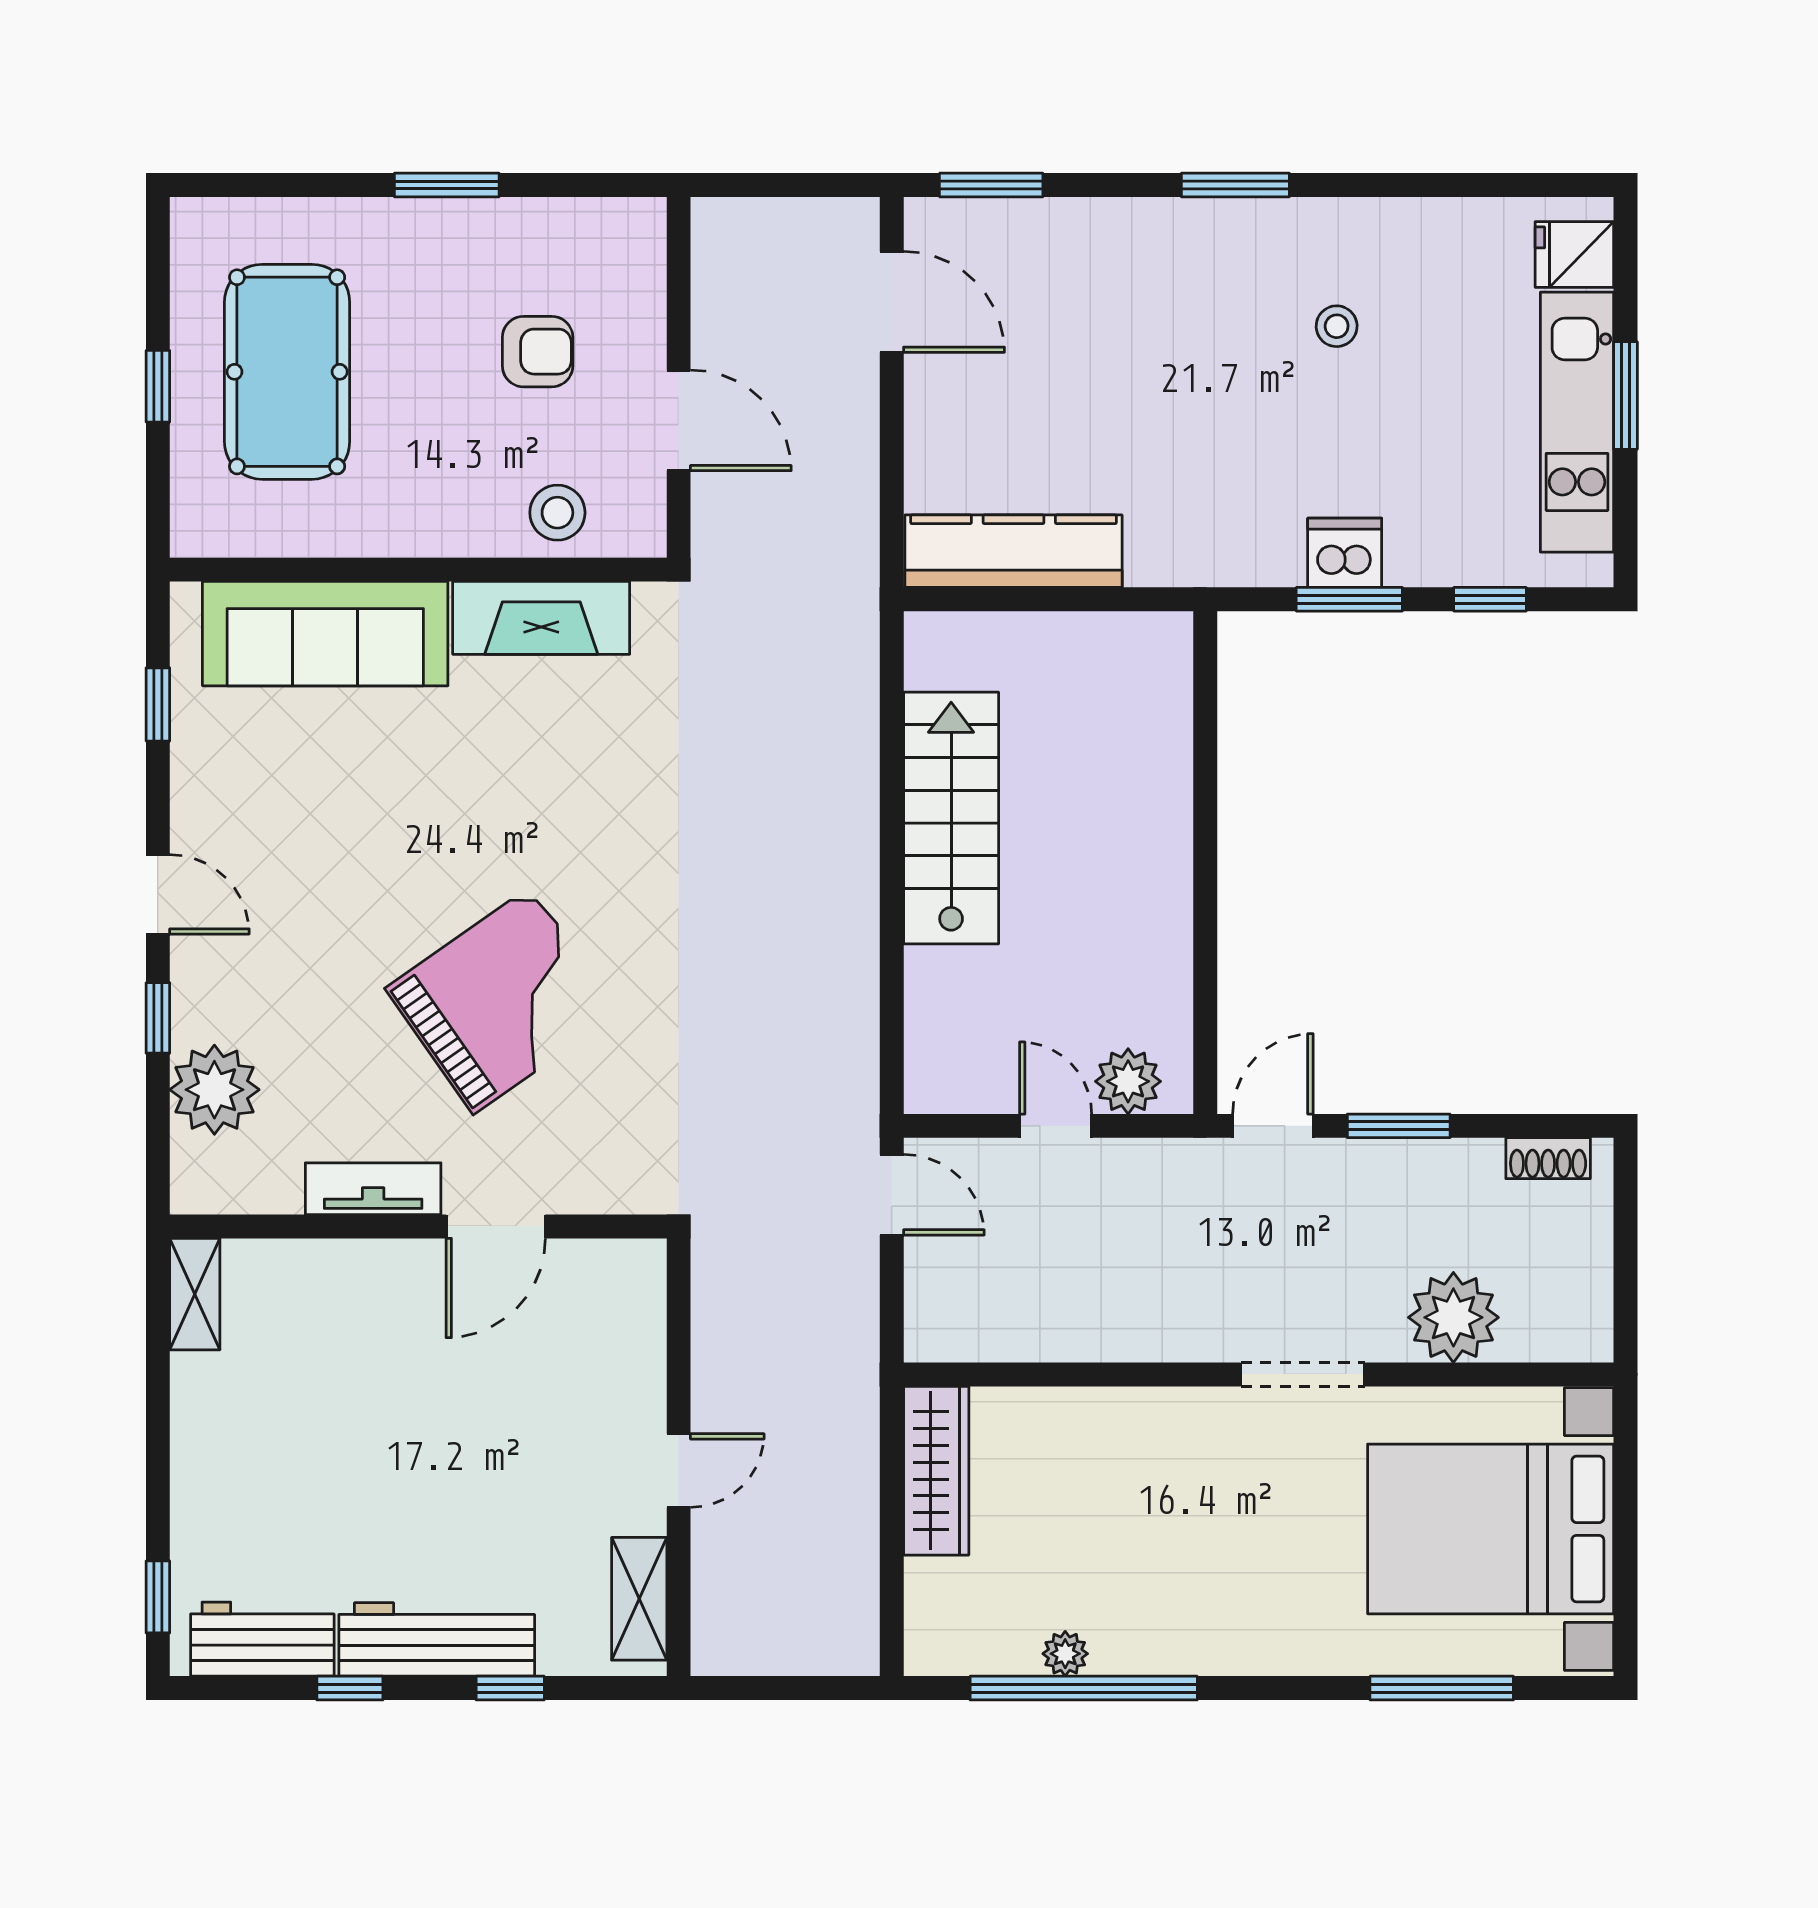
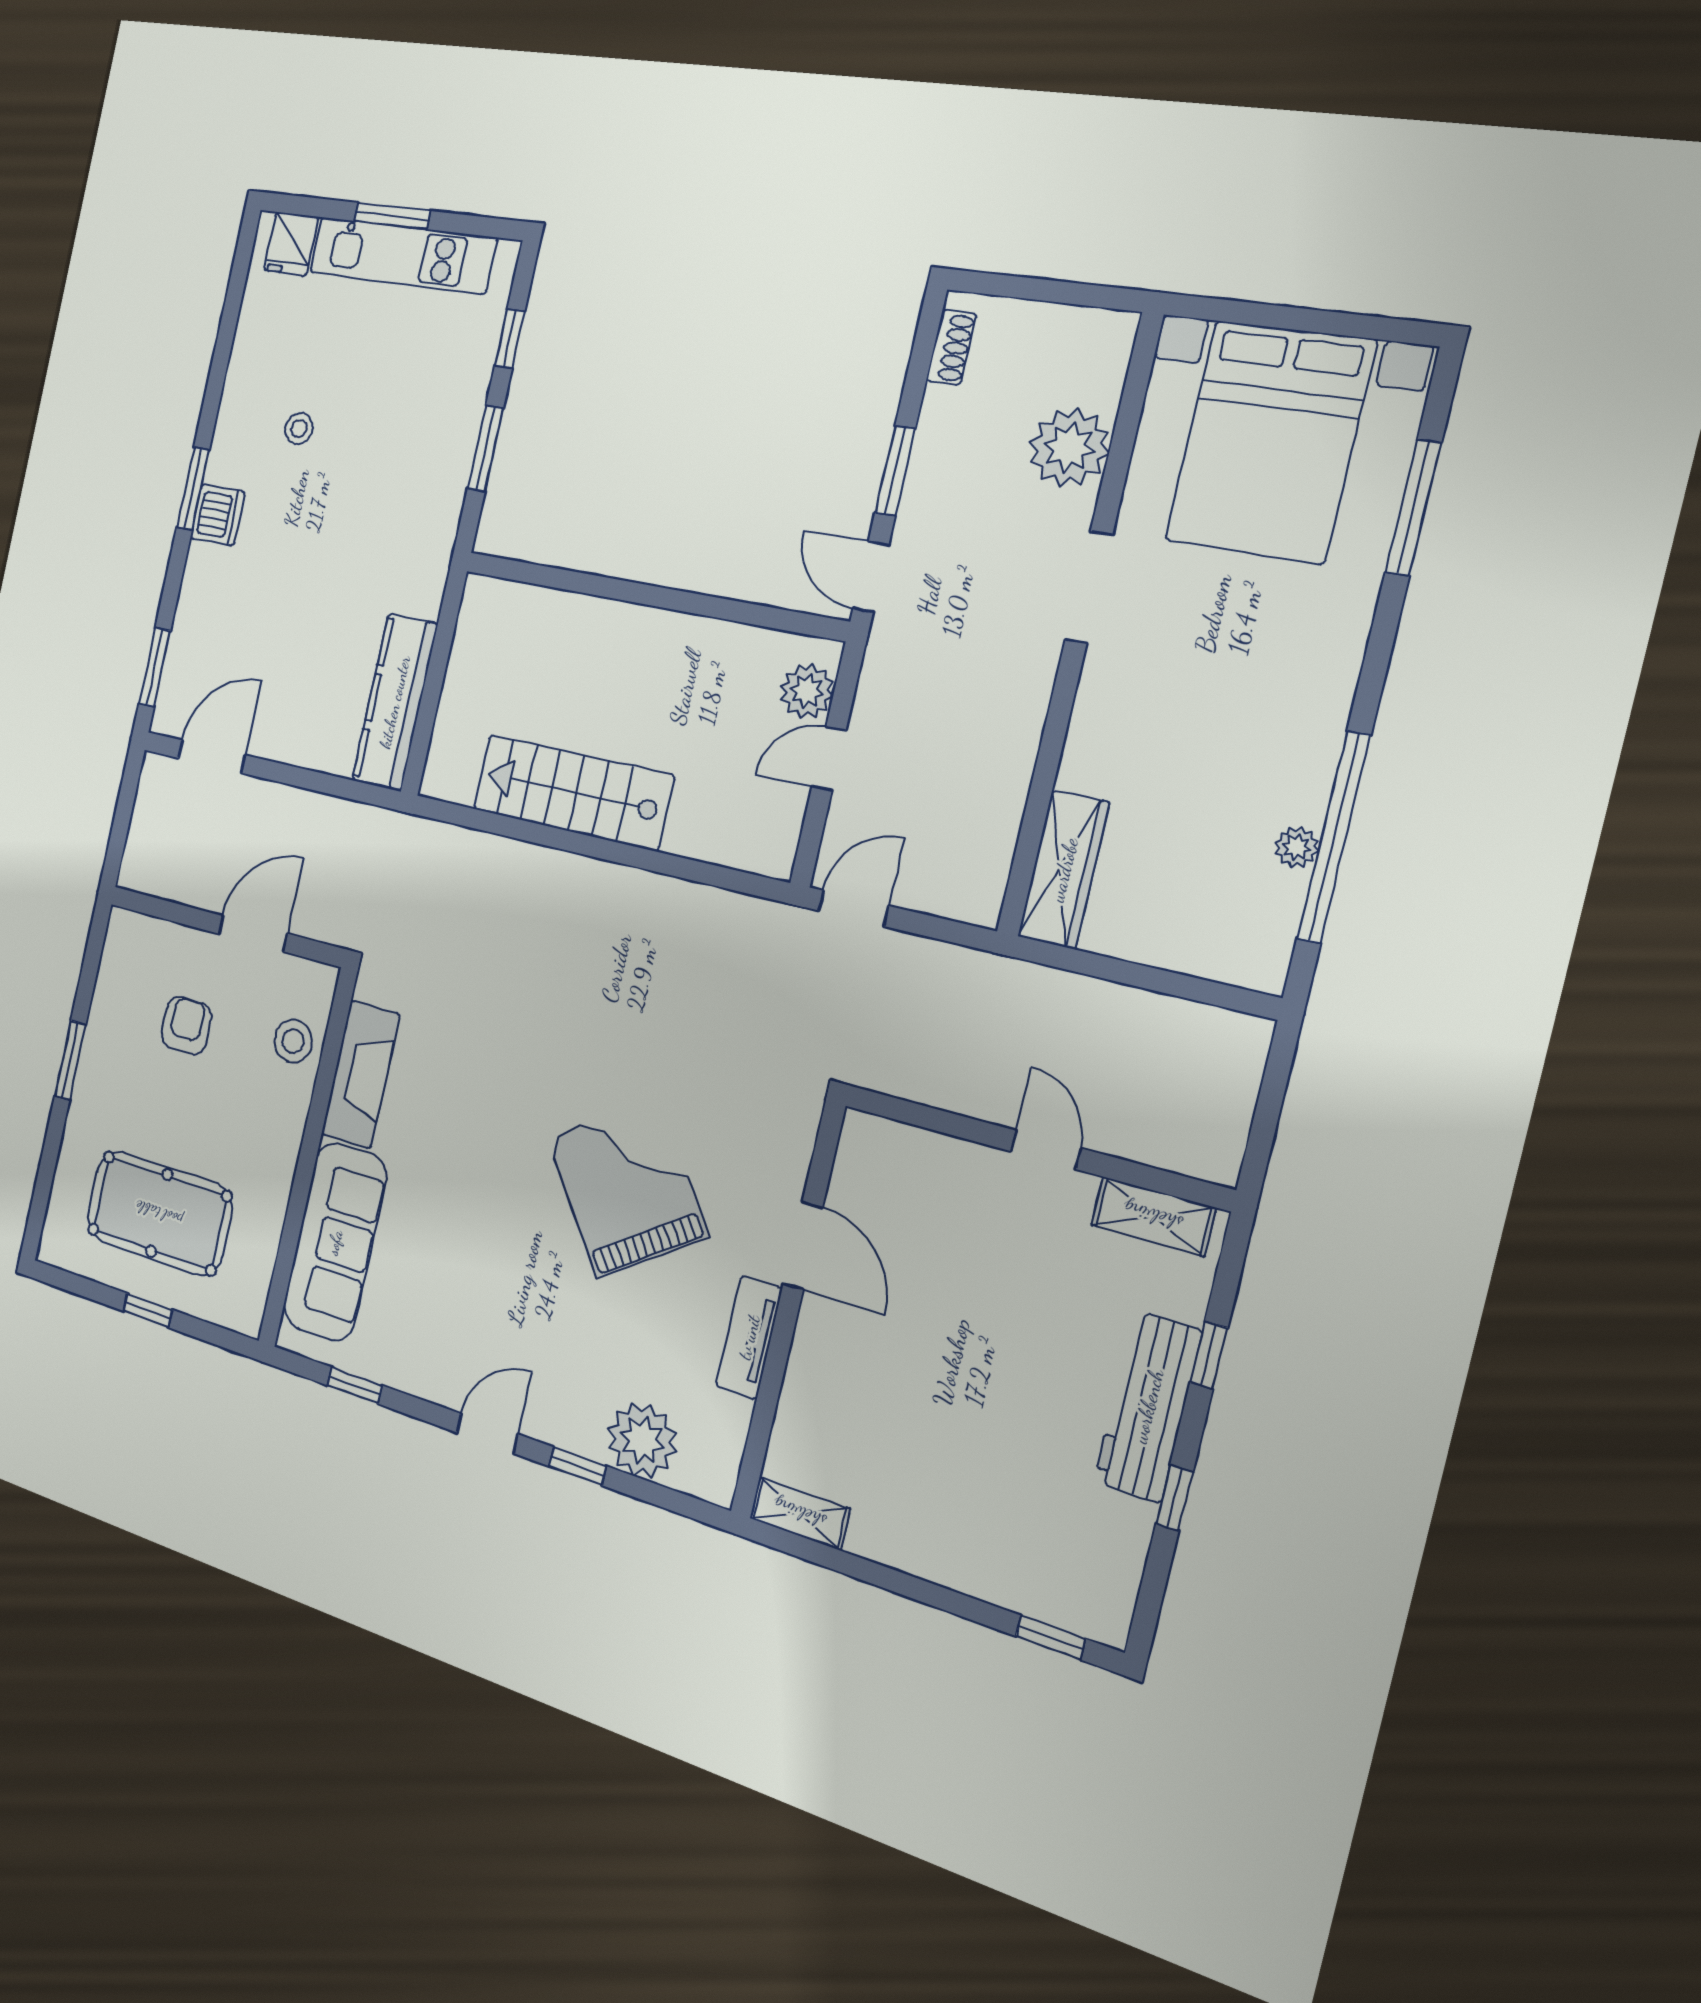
dishwasher: (1345, 553) -> (217, 515), moved, turned 180
wardrobe: (936, 1471) -> (1064, 870), moved, turned 90
workbench: (262, 1639) -> (1111, 1560), removed

